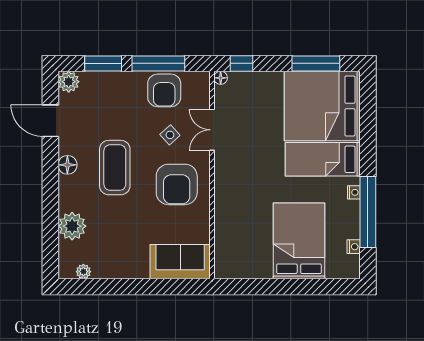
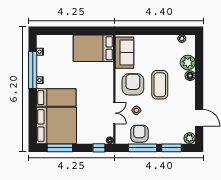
floor lamp: (67, 165) -> (190, 76), moved
coffee table: (115, 168) -> (160, 85), moved
bed: (299, 241) -> (93, 48), moved, turned 90
sofa: (180, 262) -> (124, 53), moved, turned -90

